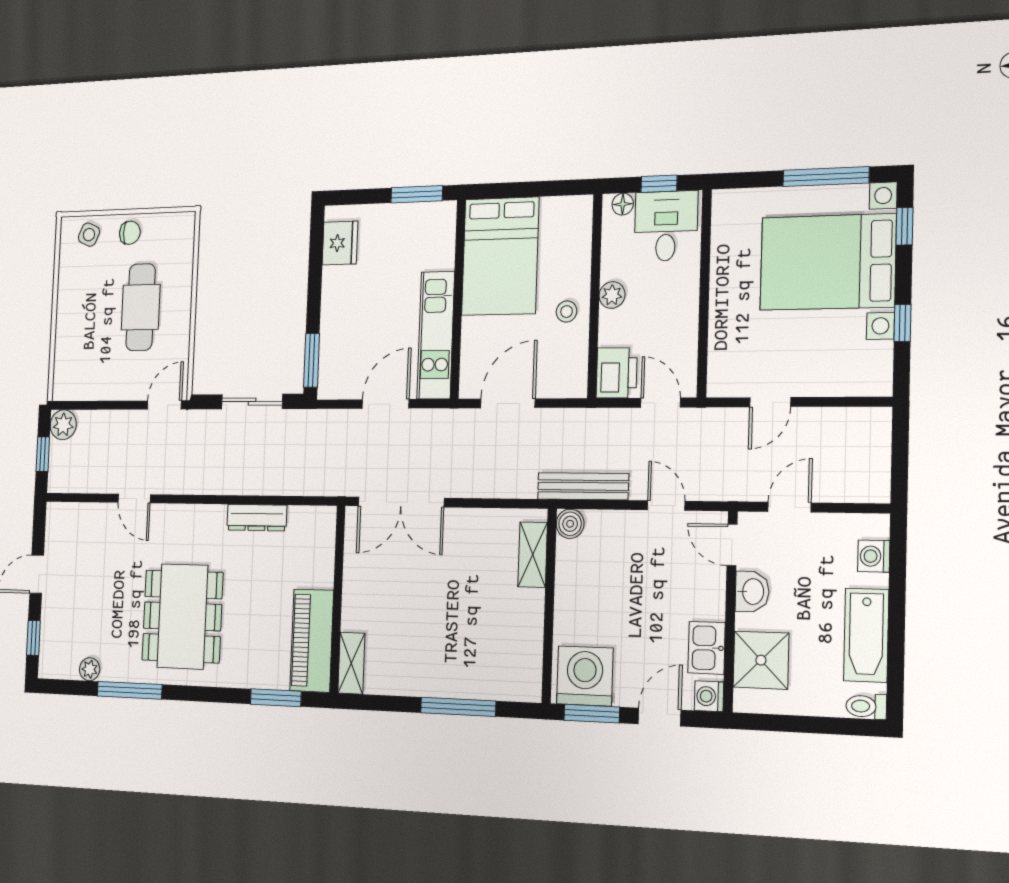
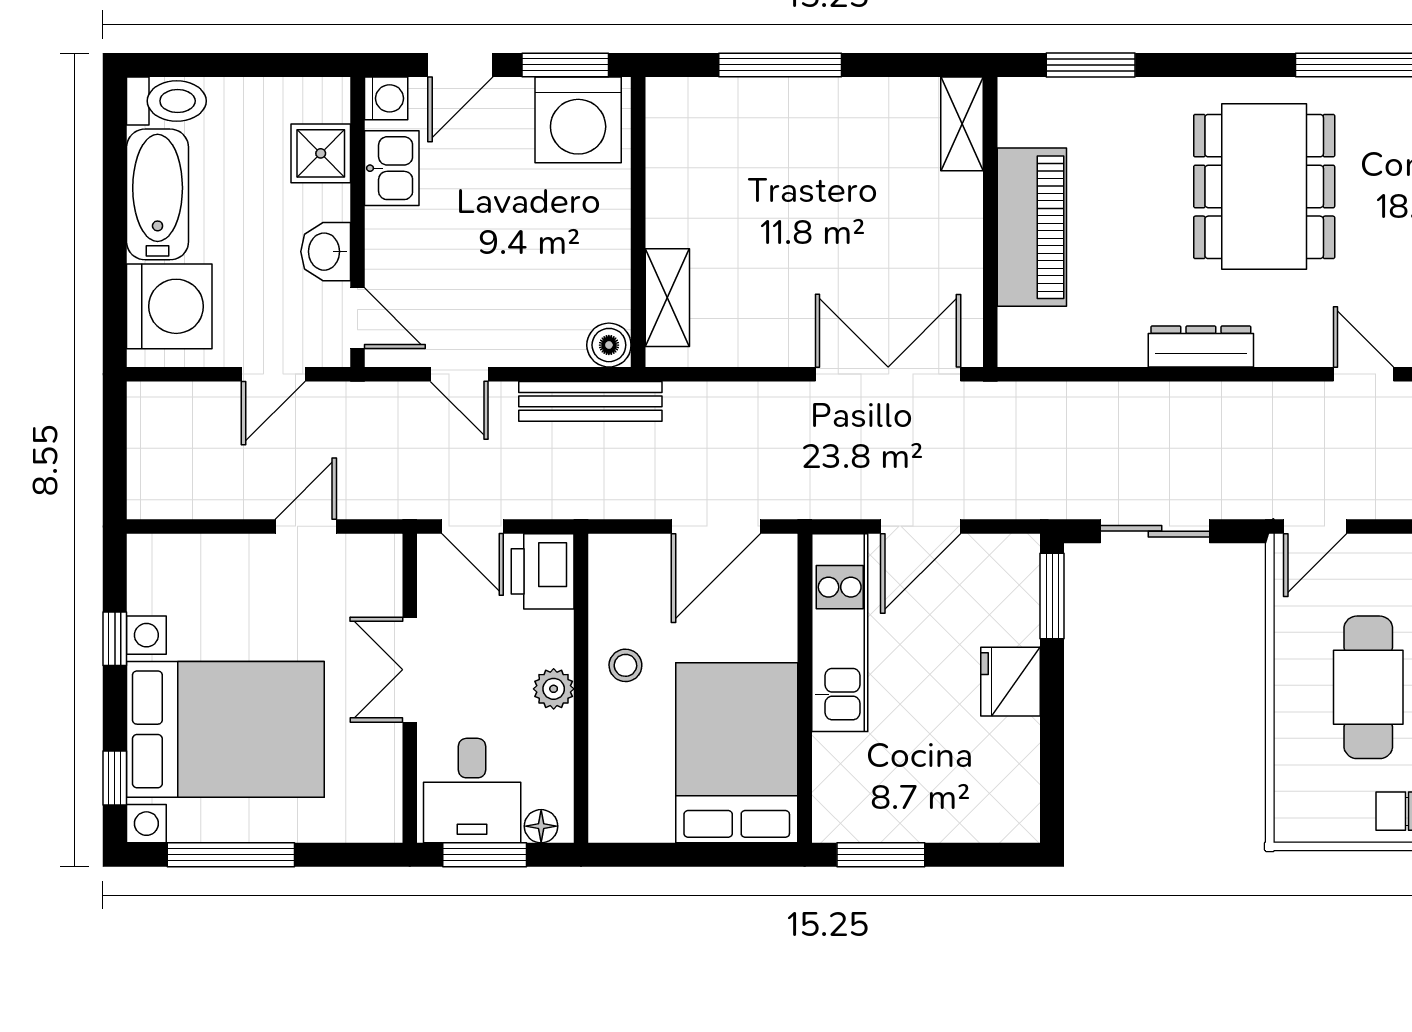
window: (659, 184) -> (485, 855), width x1.50
fridge: (340, 243) -> (1011, 682), moved
double door: (704, 306) -> (410, 670), added
dresser: (257, 518) -> (1201, 346), moved
washing machine: (874, 556) -> (169, 306), width x1.89, depth x1.89
piano: (312, 641) -> (1032, 227), moved
shower: (761, 660) -> (321, 153), width x0.73, depth x0.73
toilet: (866, 706) -> (166, 101), width x1.37, depth x1.39

